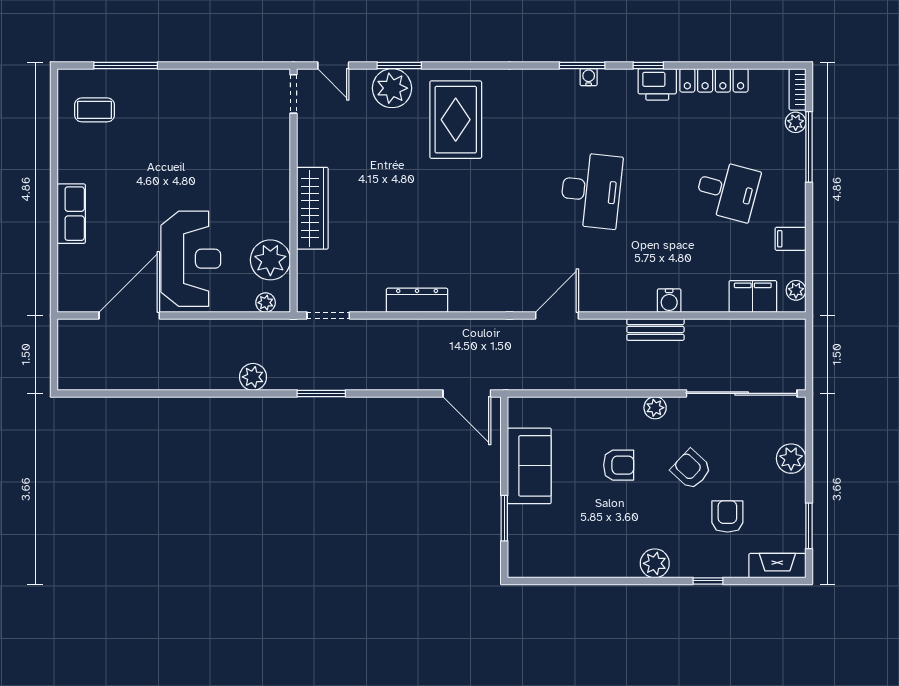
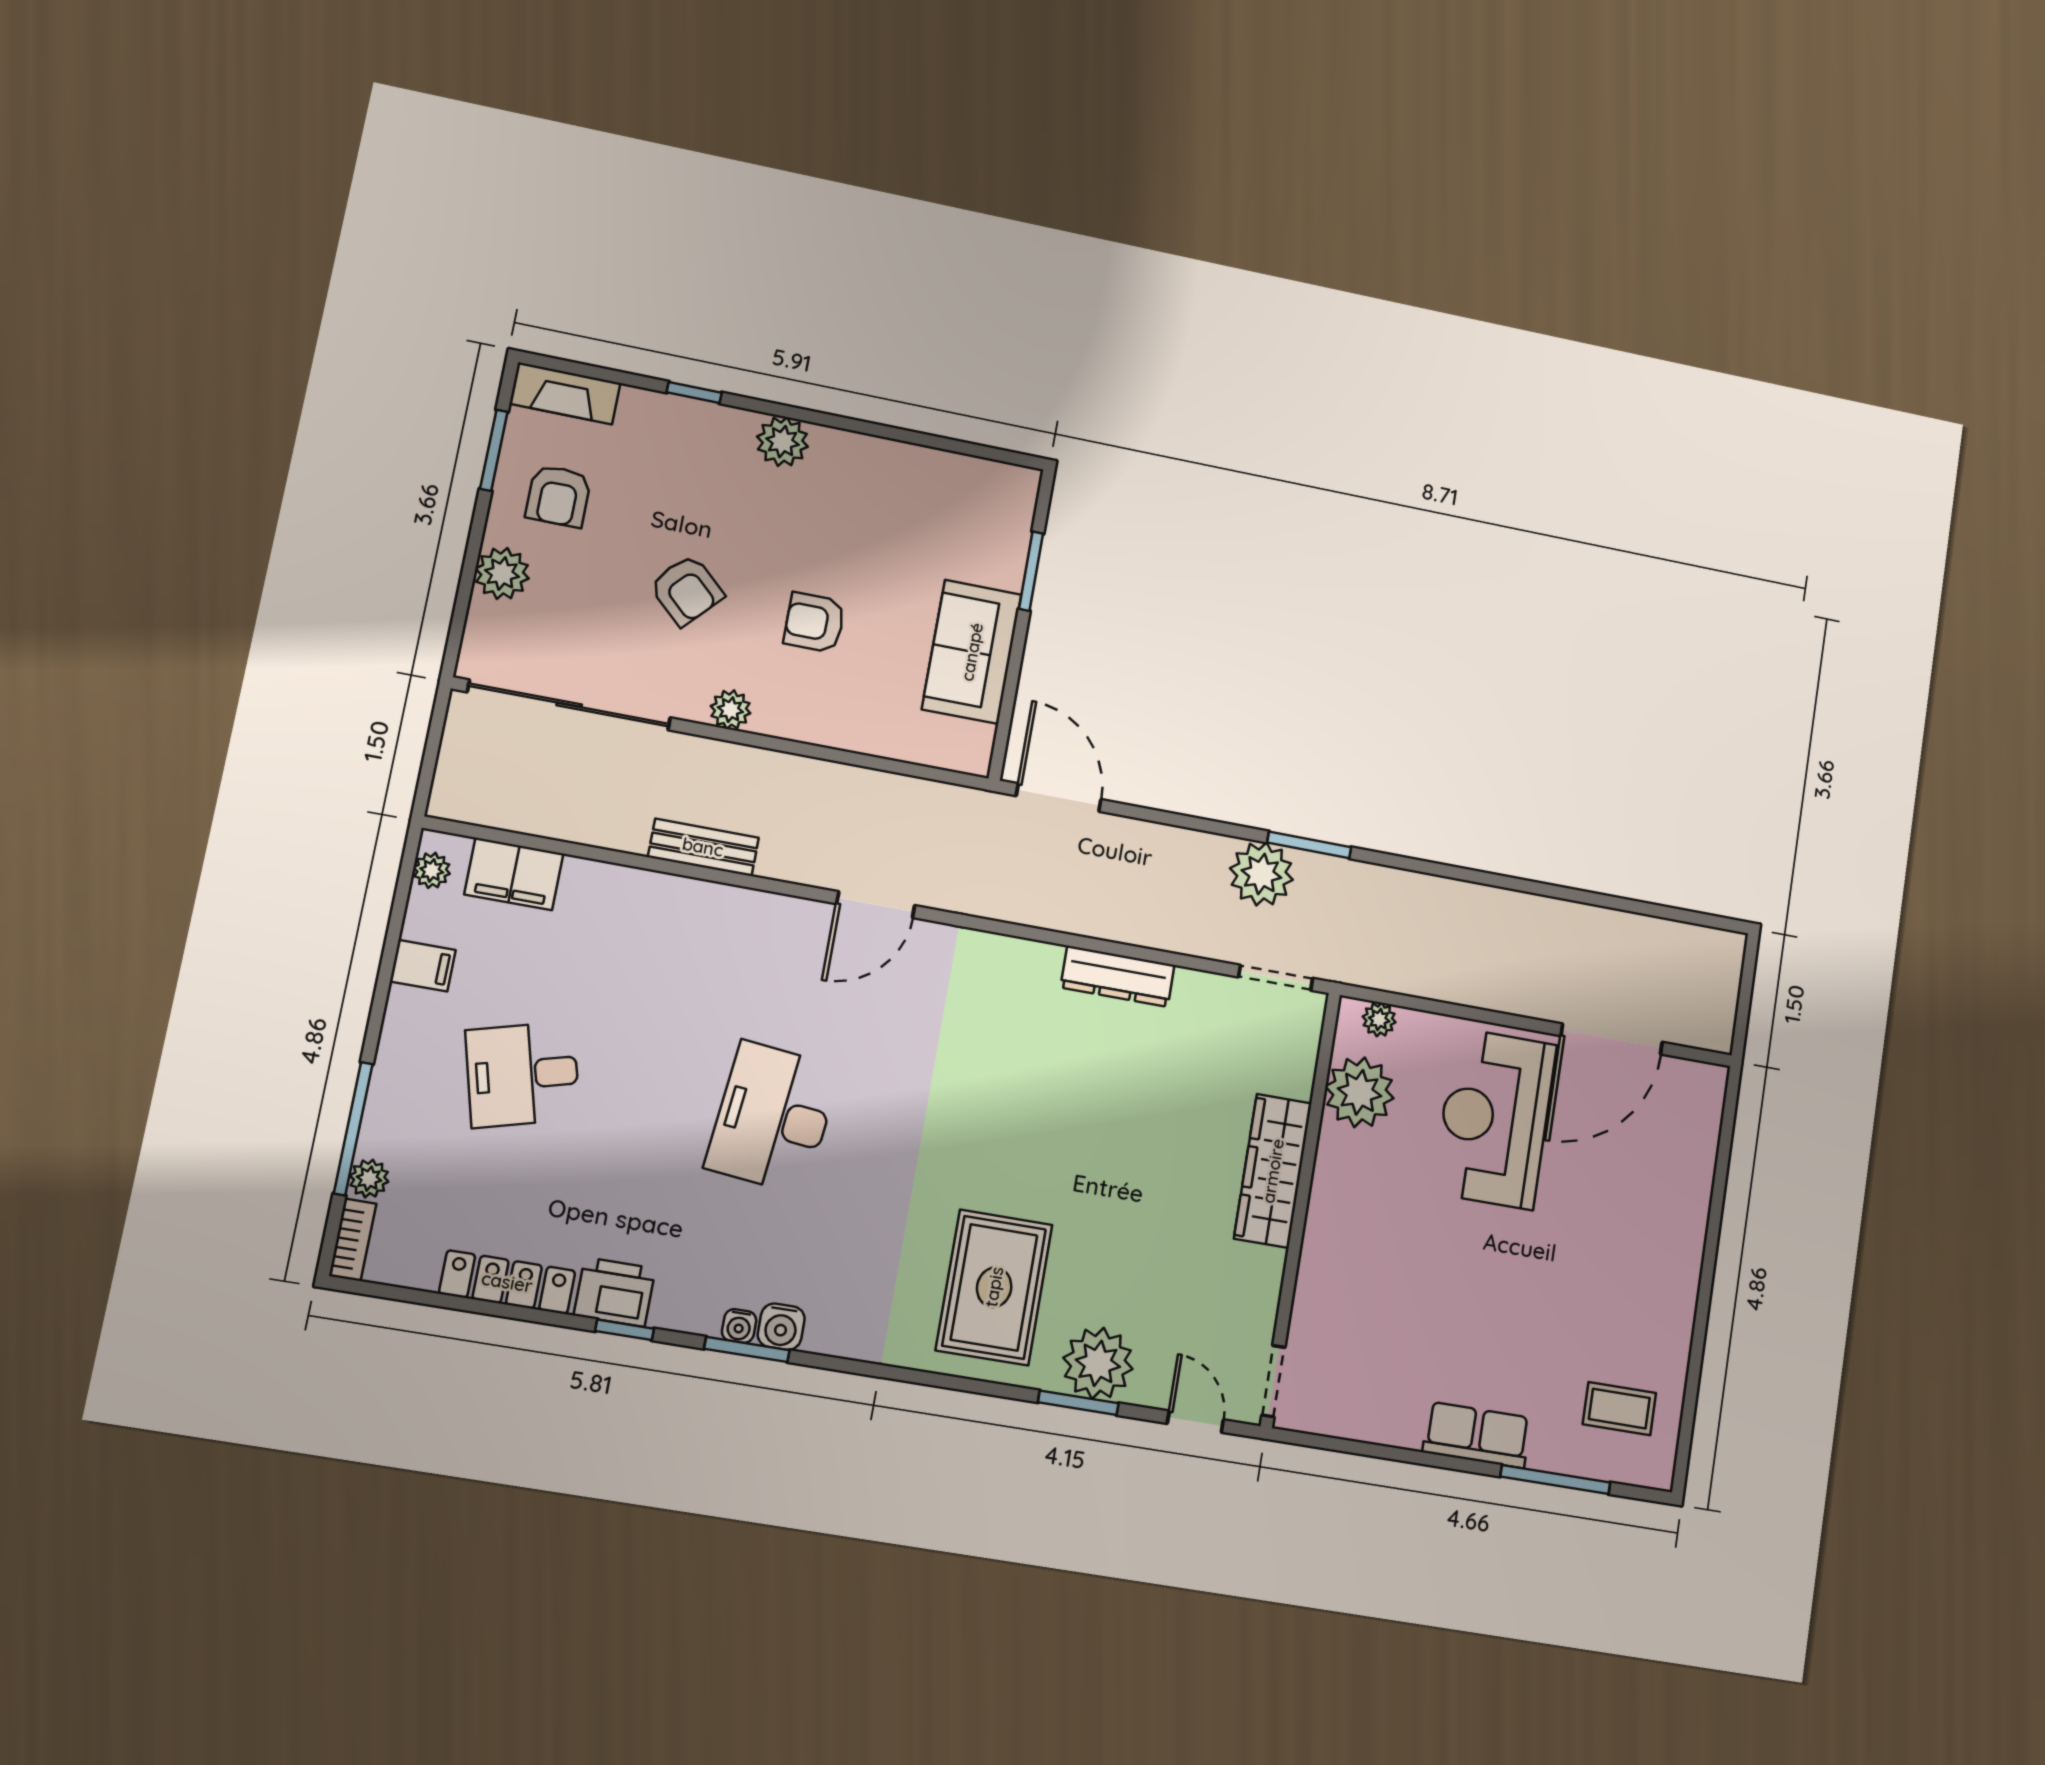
desk: (727, 190) -> (523, 1074), turned -30
row of seats: (71, 214) -> (1477, 1435), moved, turned 90
water cooler: (669, 301) -> (781, 1327), moved, turned 180
plant: (253, 377) -> (1261, 874), moved, width x1.36, depth x1.36
armchair: (727, 516) -> (558, 496), moved

